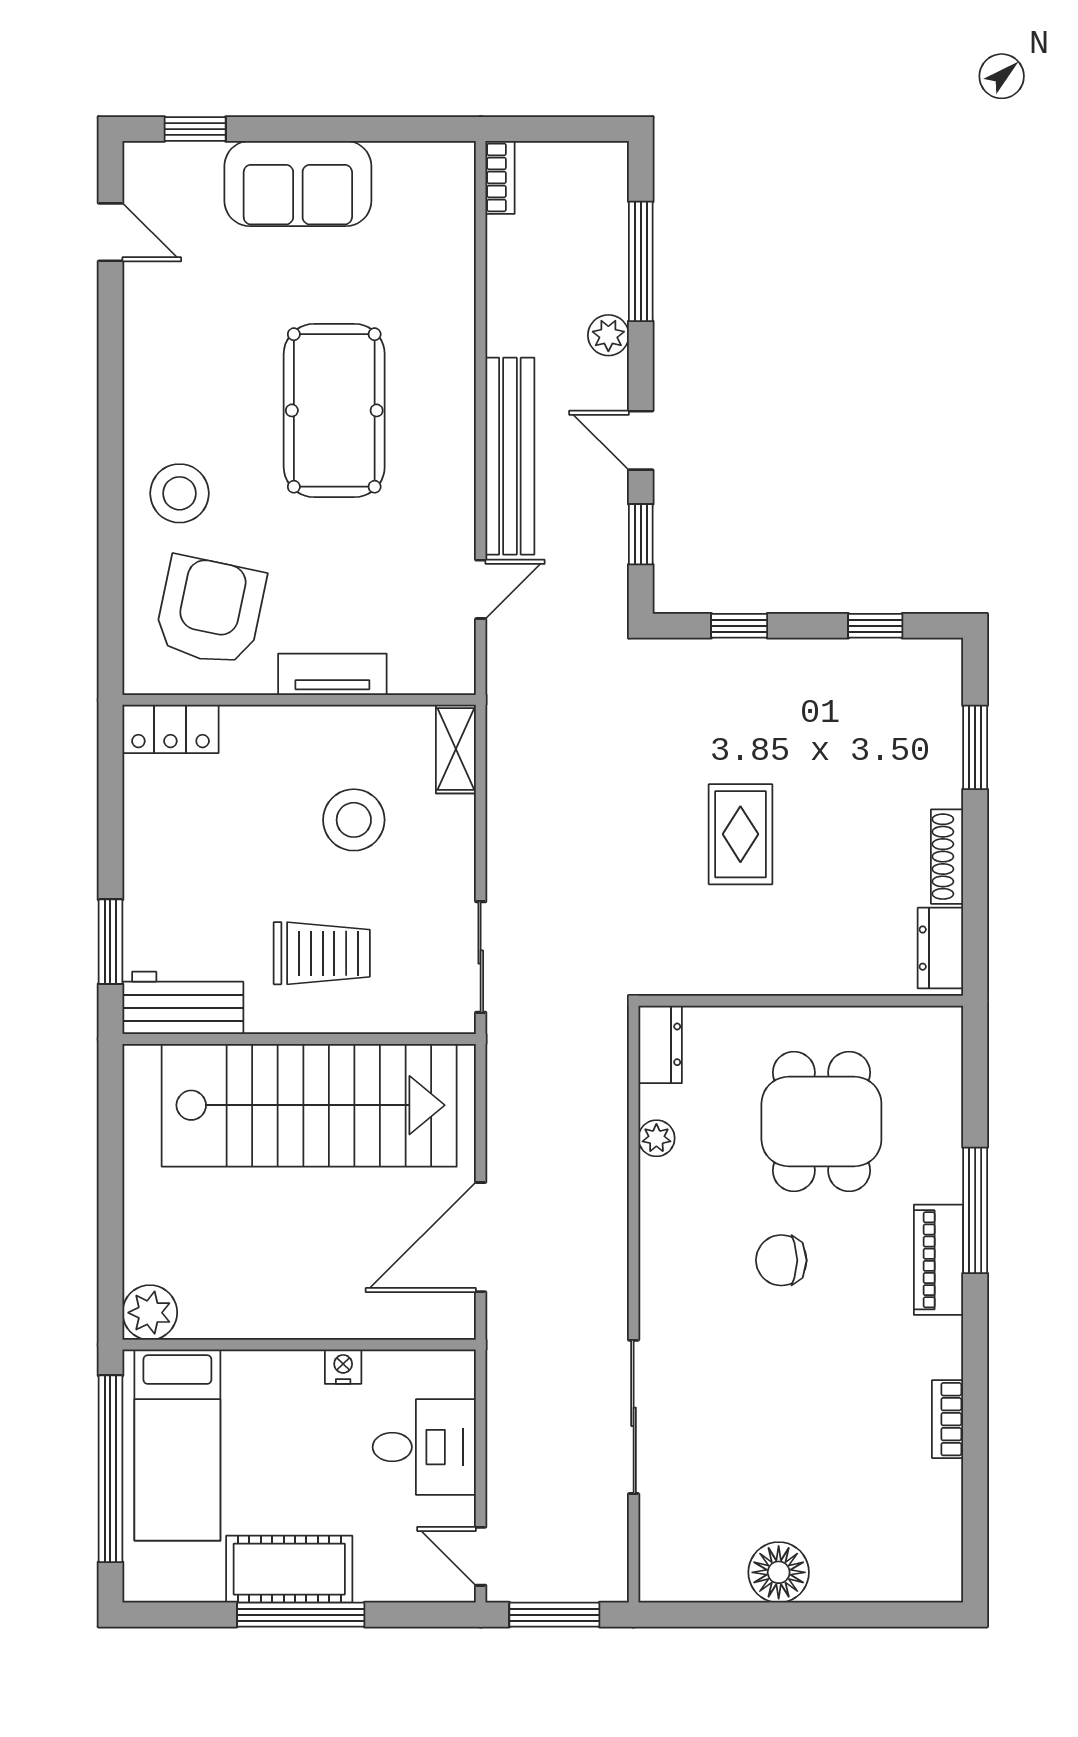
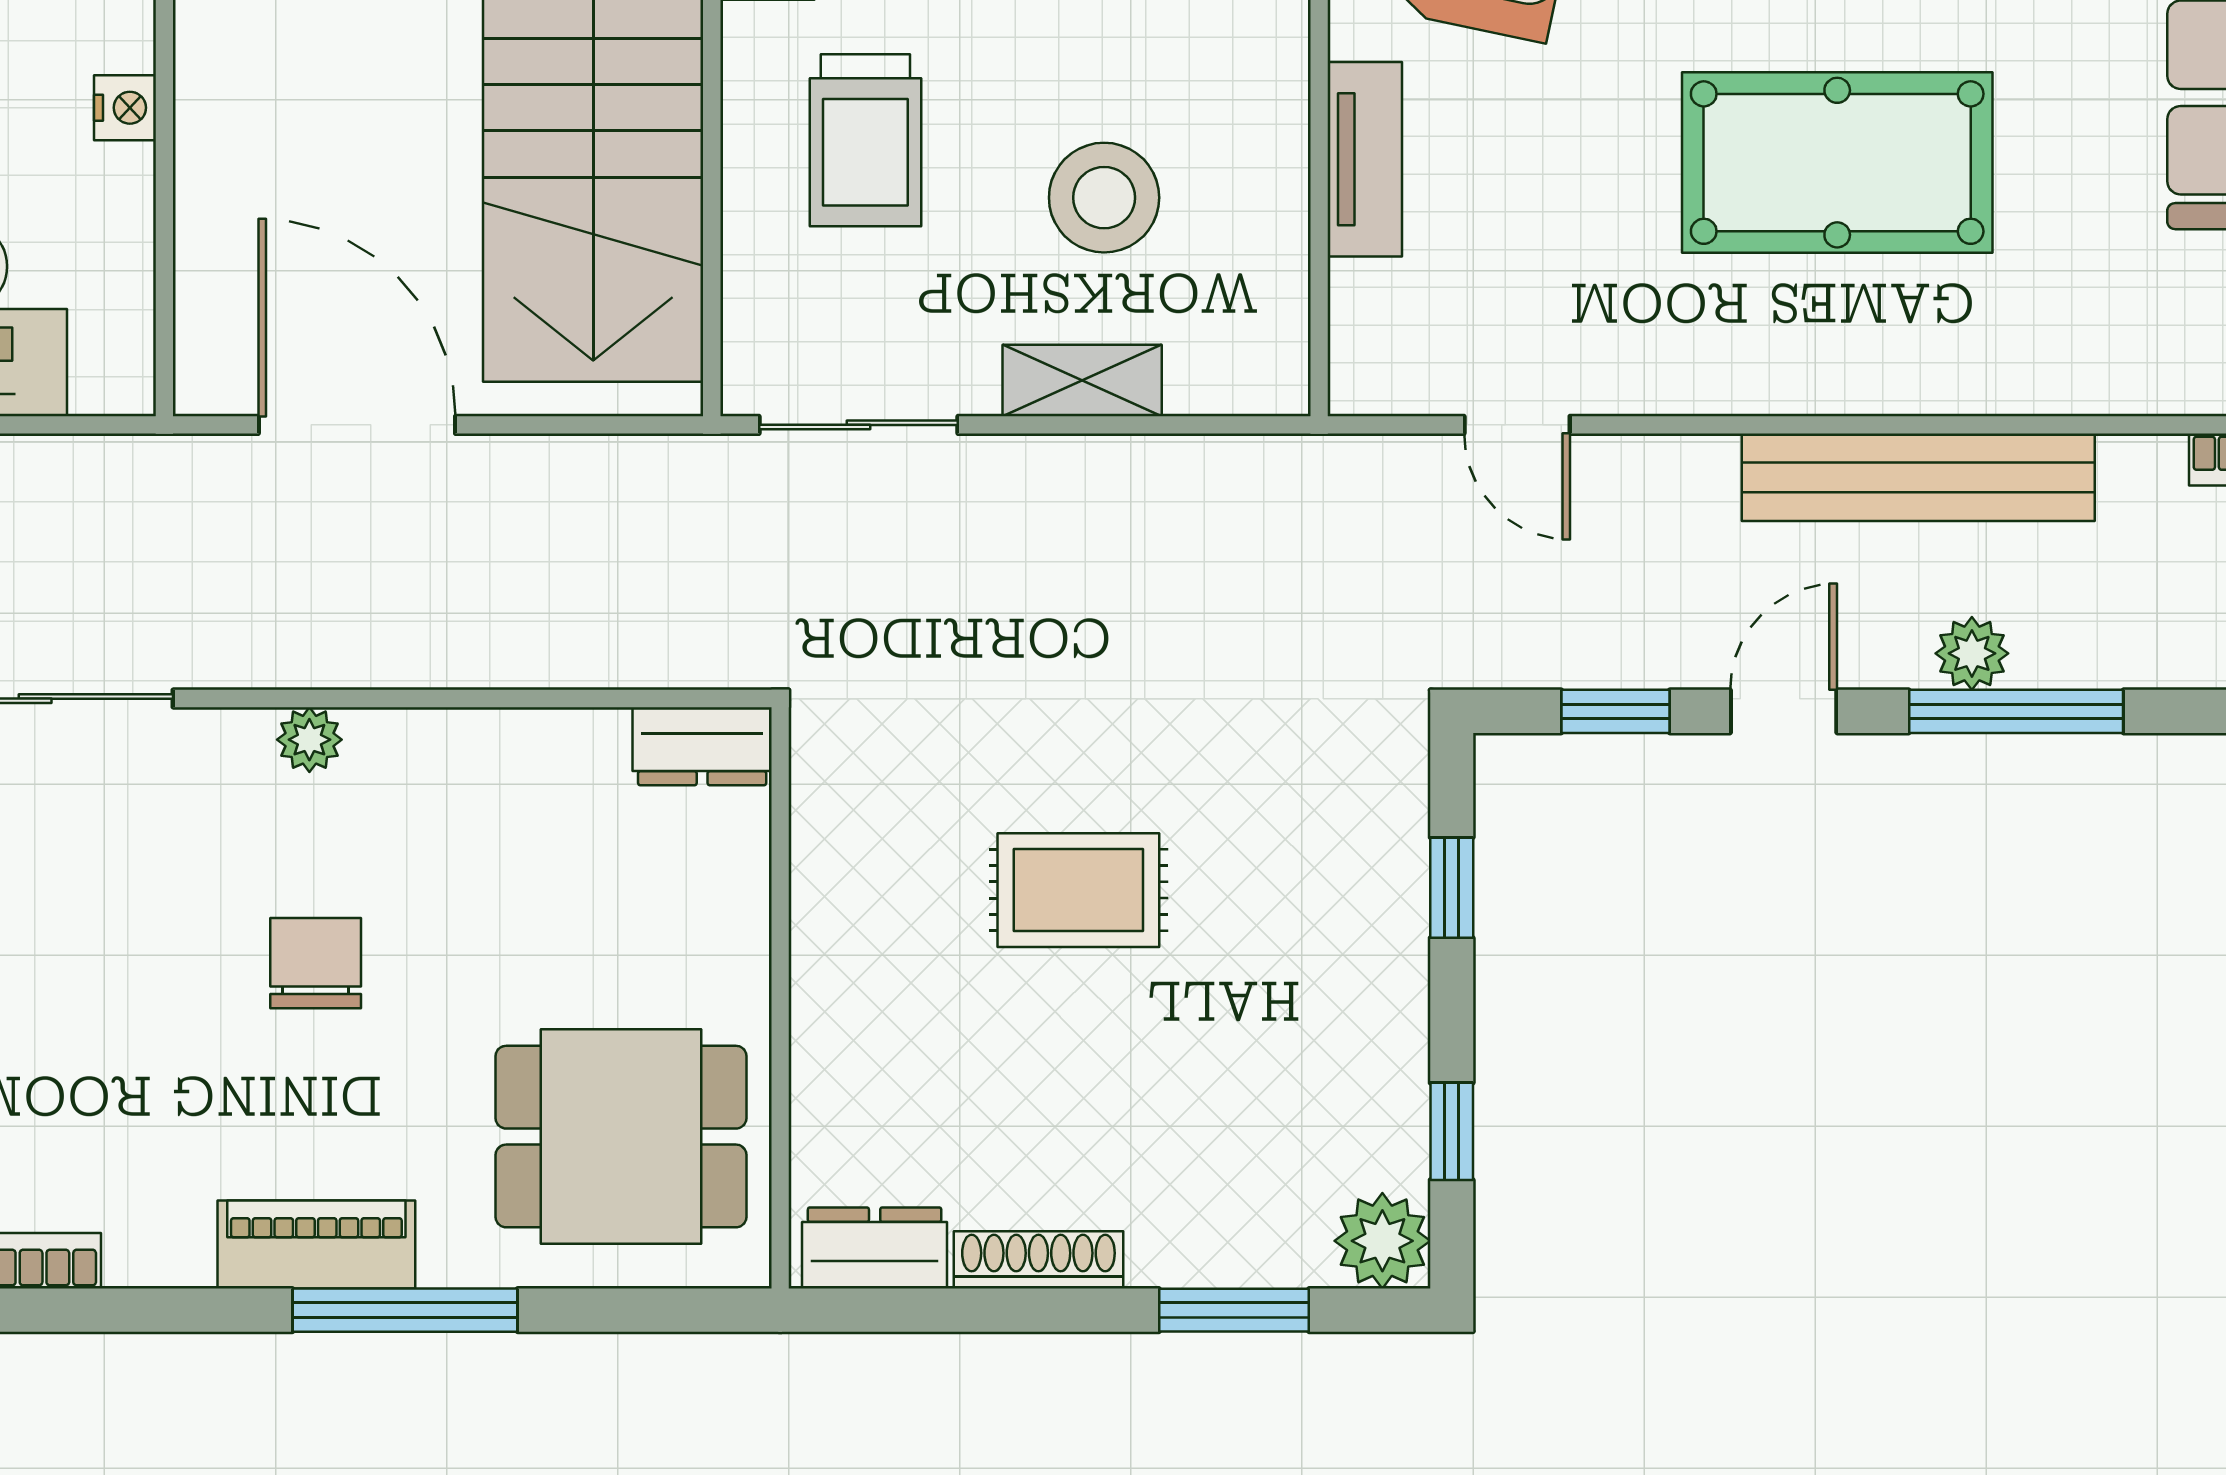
window: (641, 261) -> (2016, 711), moved
bench: (510, 456) -> (1918, 477), moved
plant: (936, 665) -> (1382, 1241), added
shelving: (456, 749) -> (1082, 380), moved
dining table: (821, 1122) -> (621, 1137), moved
plant: (656, 1138) -> (309, 740), moved
nightstand: (343, 1367) -> (125, 108), moved

